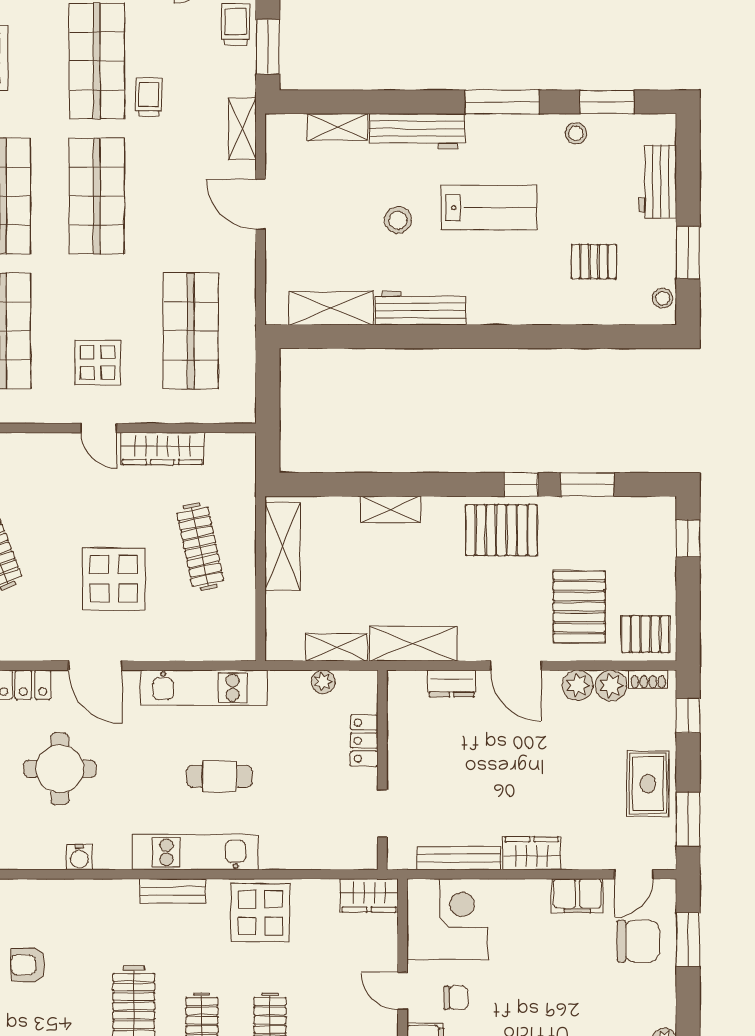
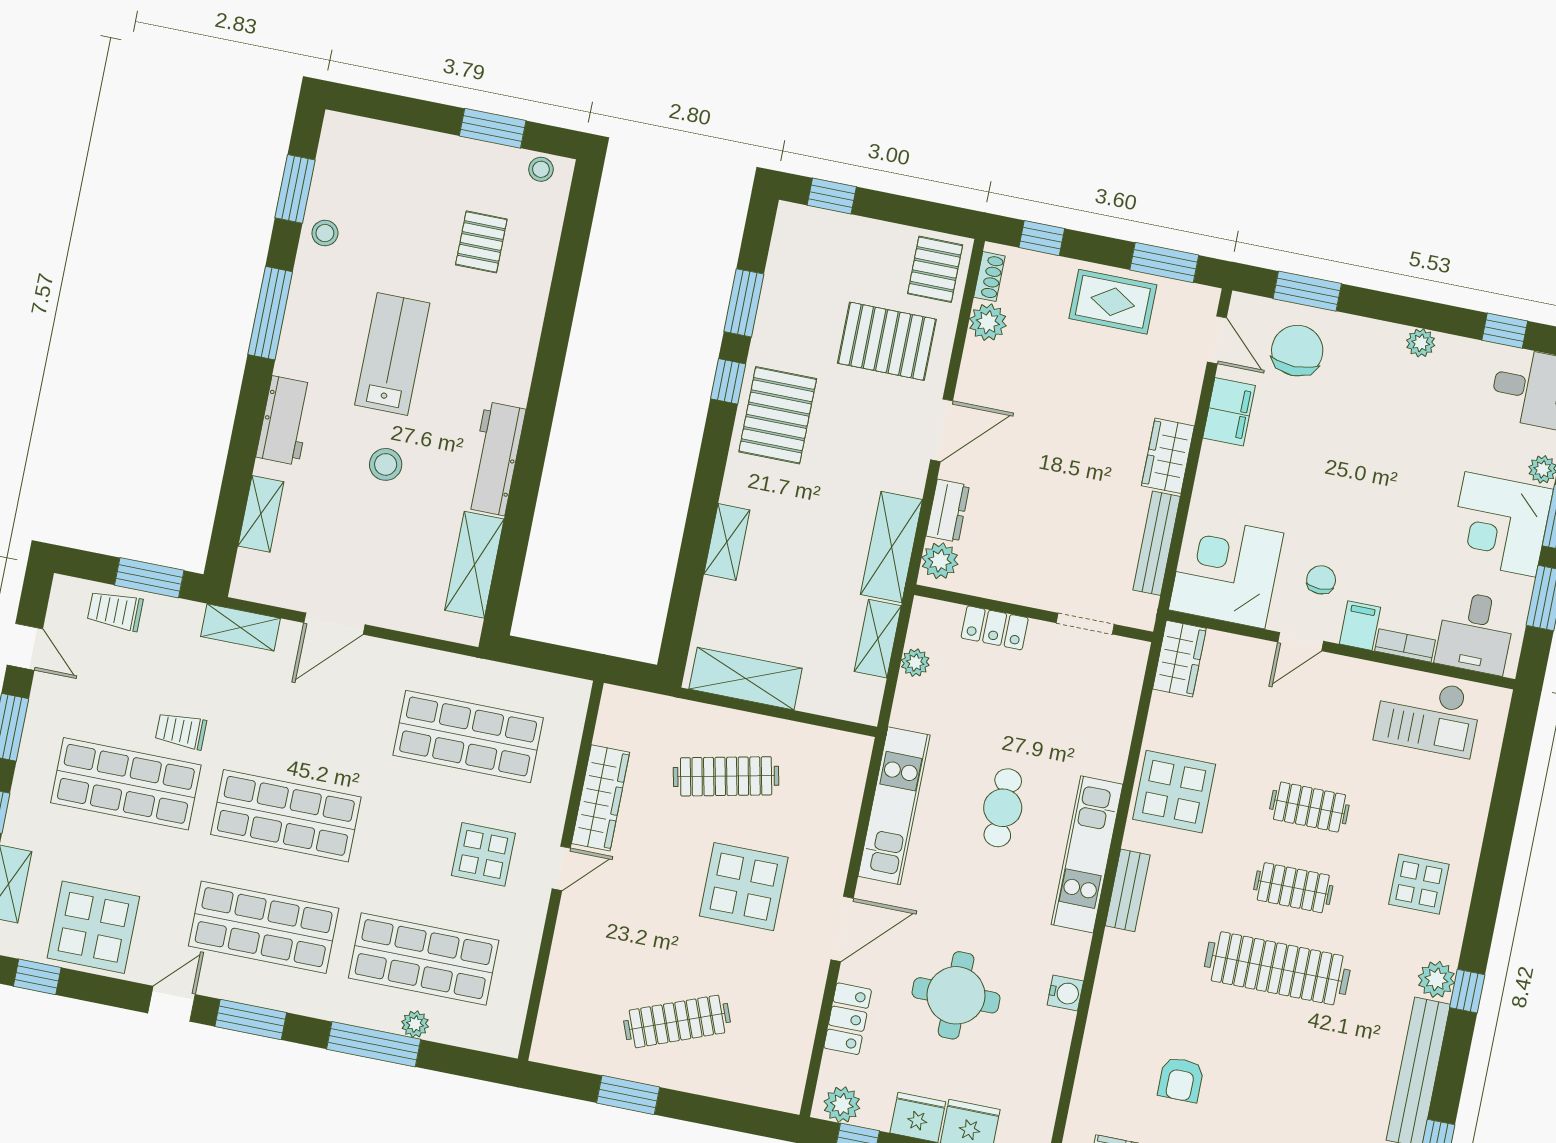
workbench: (417, 131) -> (285, 420), width x0.73
workbench: (658, 181) -> (401, 148), removed
plant: (578, 685) -> (940, 561), moved

